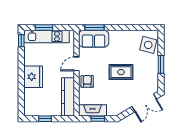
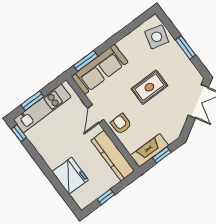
sofa: (94, 39) -> (100, 69), width x1.36
fridge: (33, 77) -> (70, 176), moved

